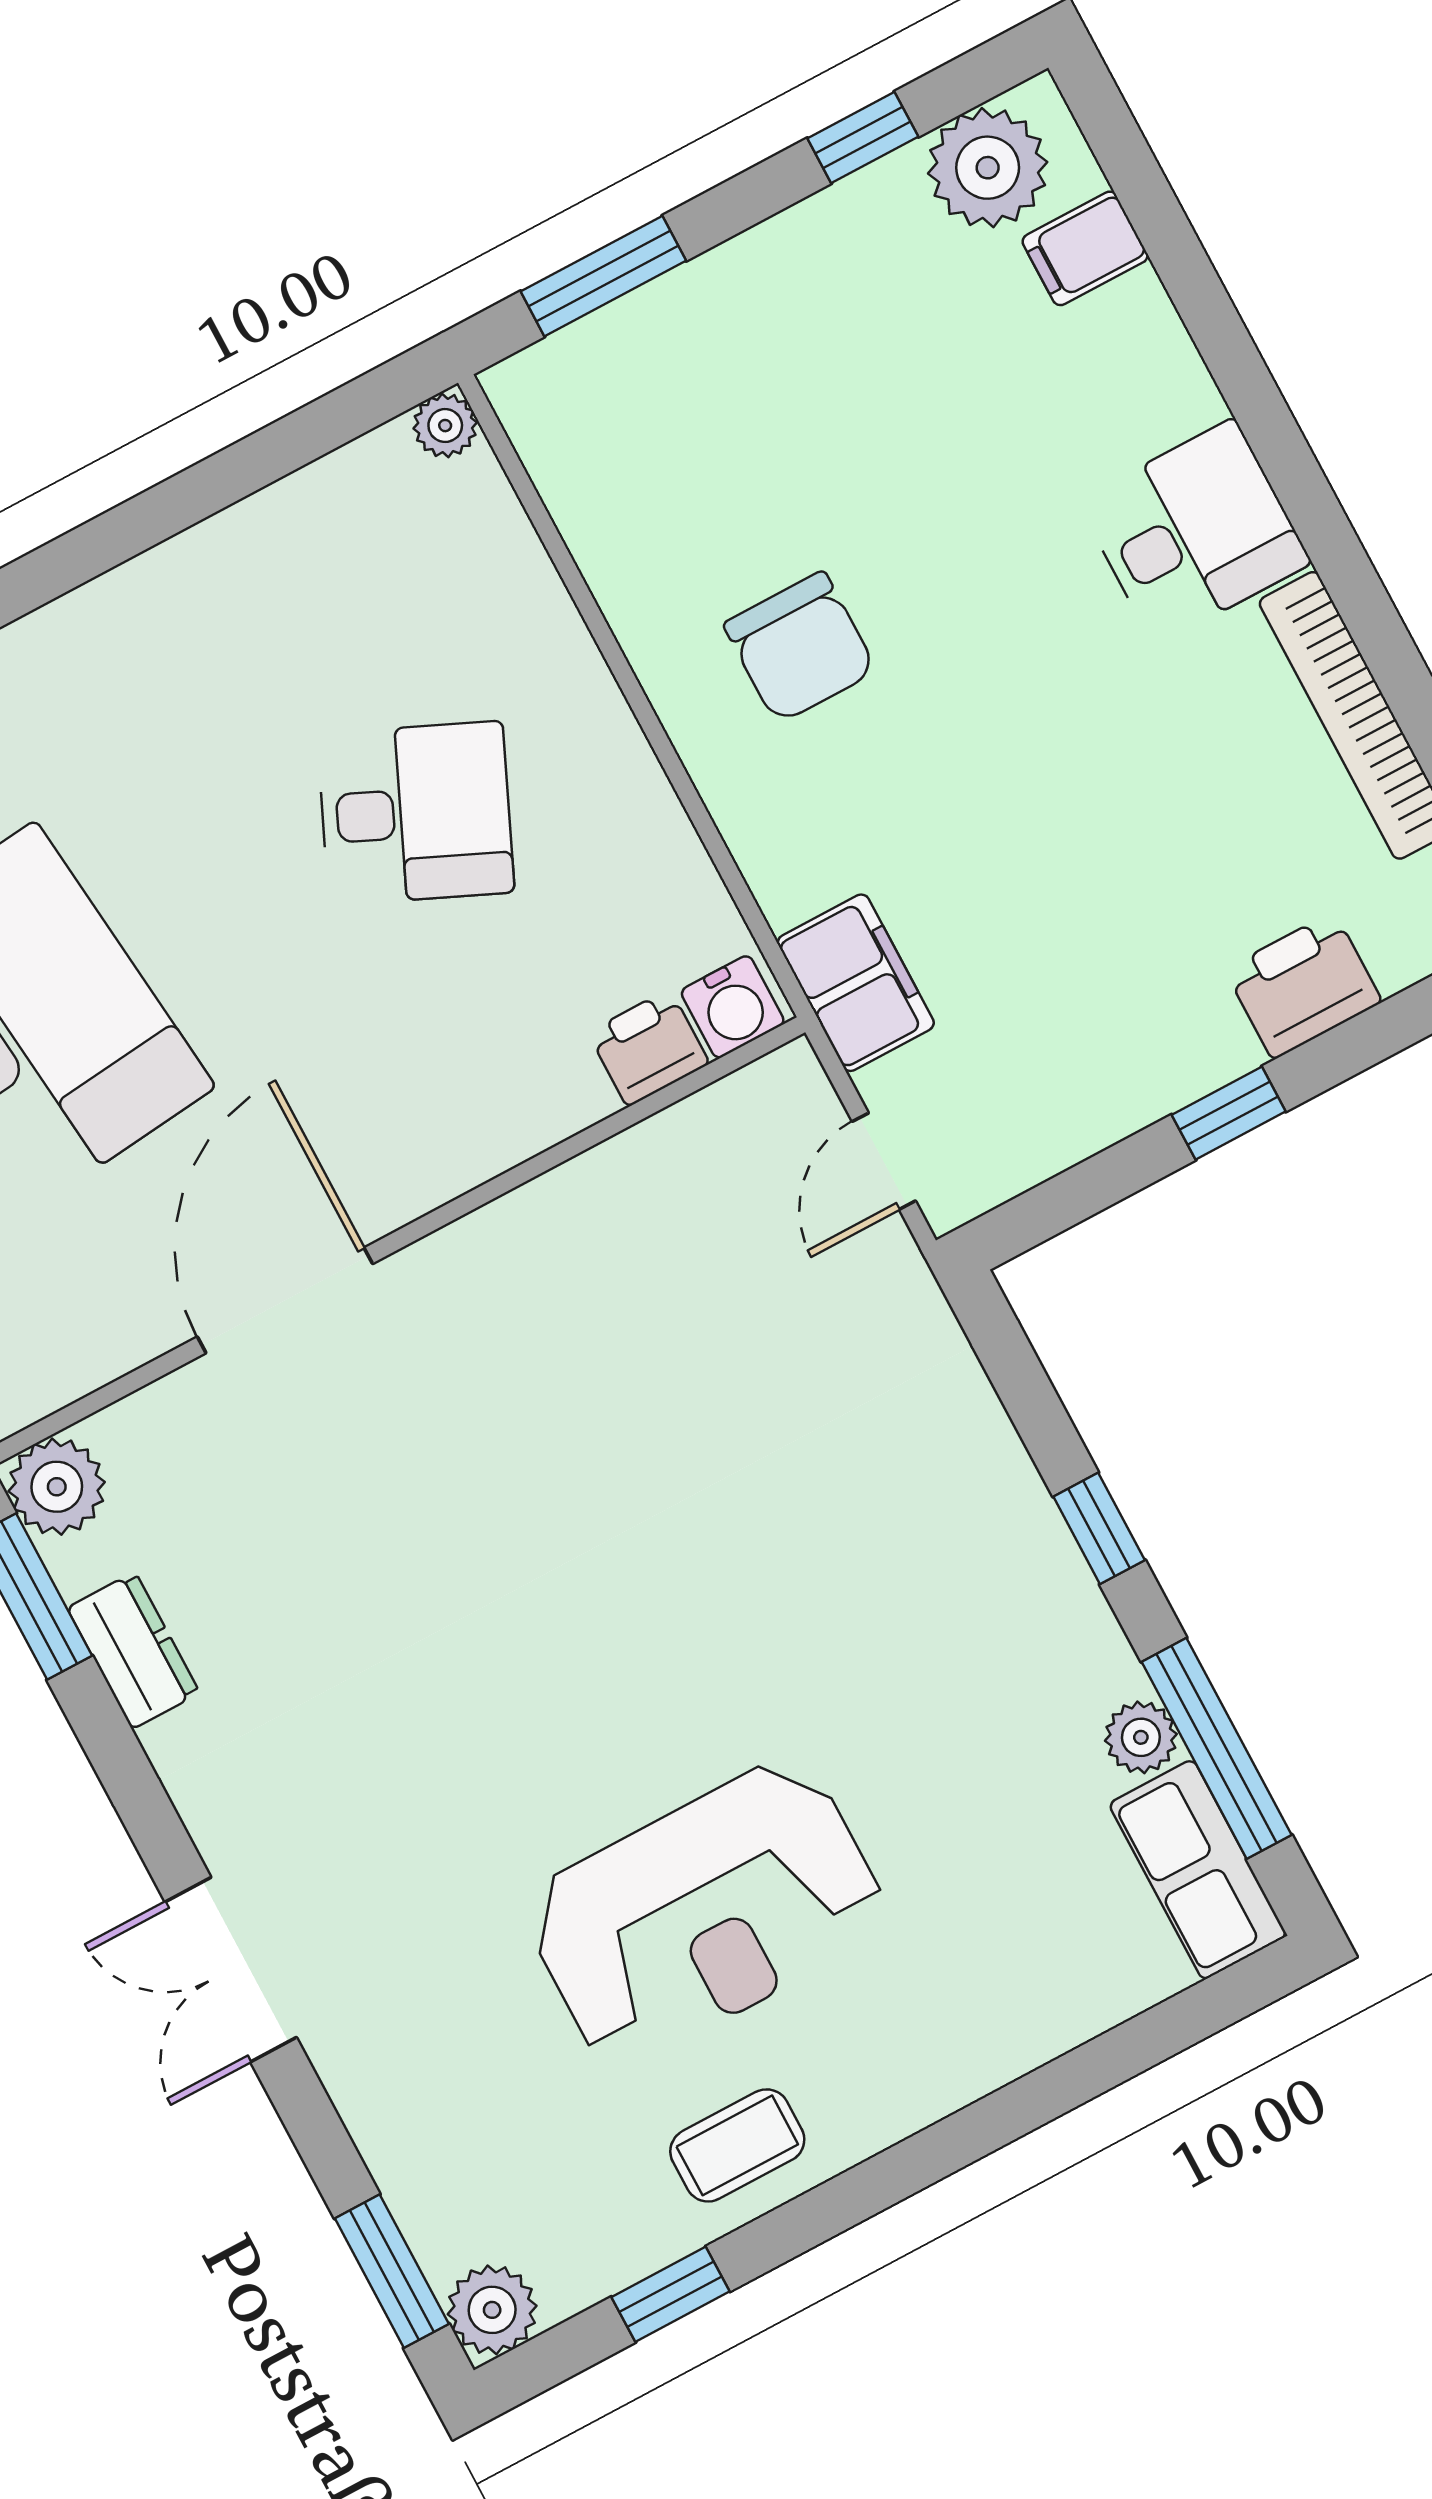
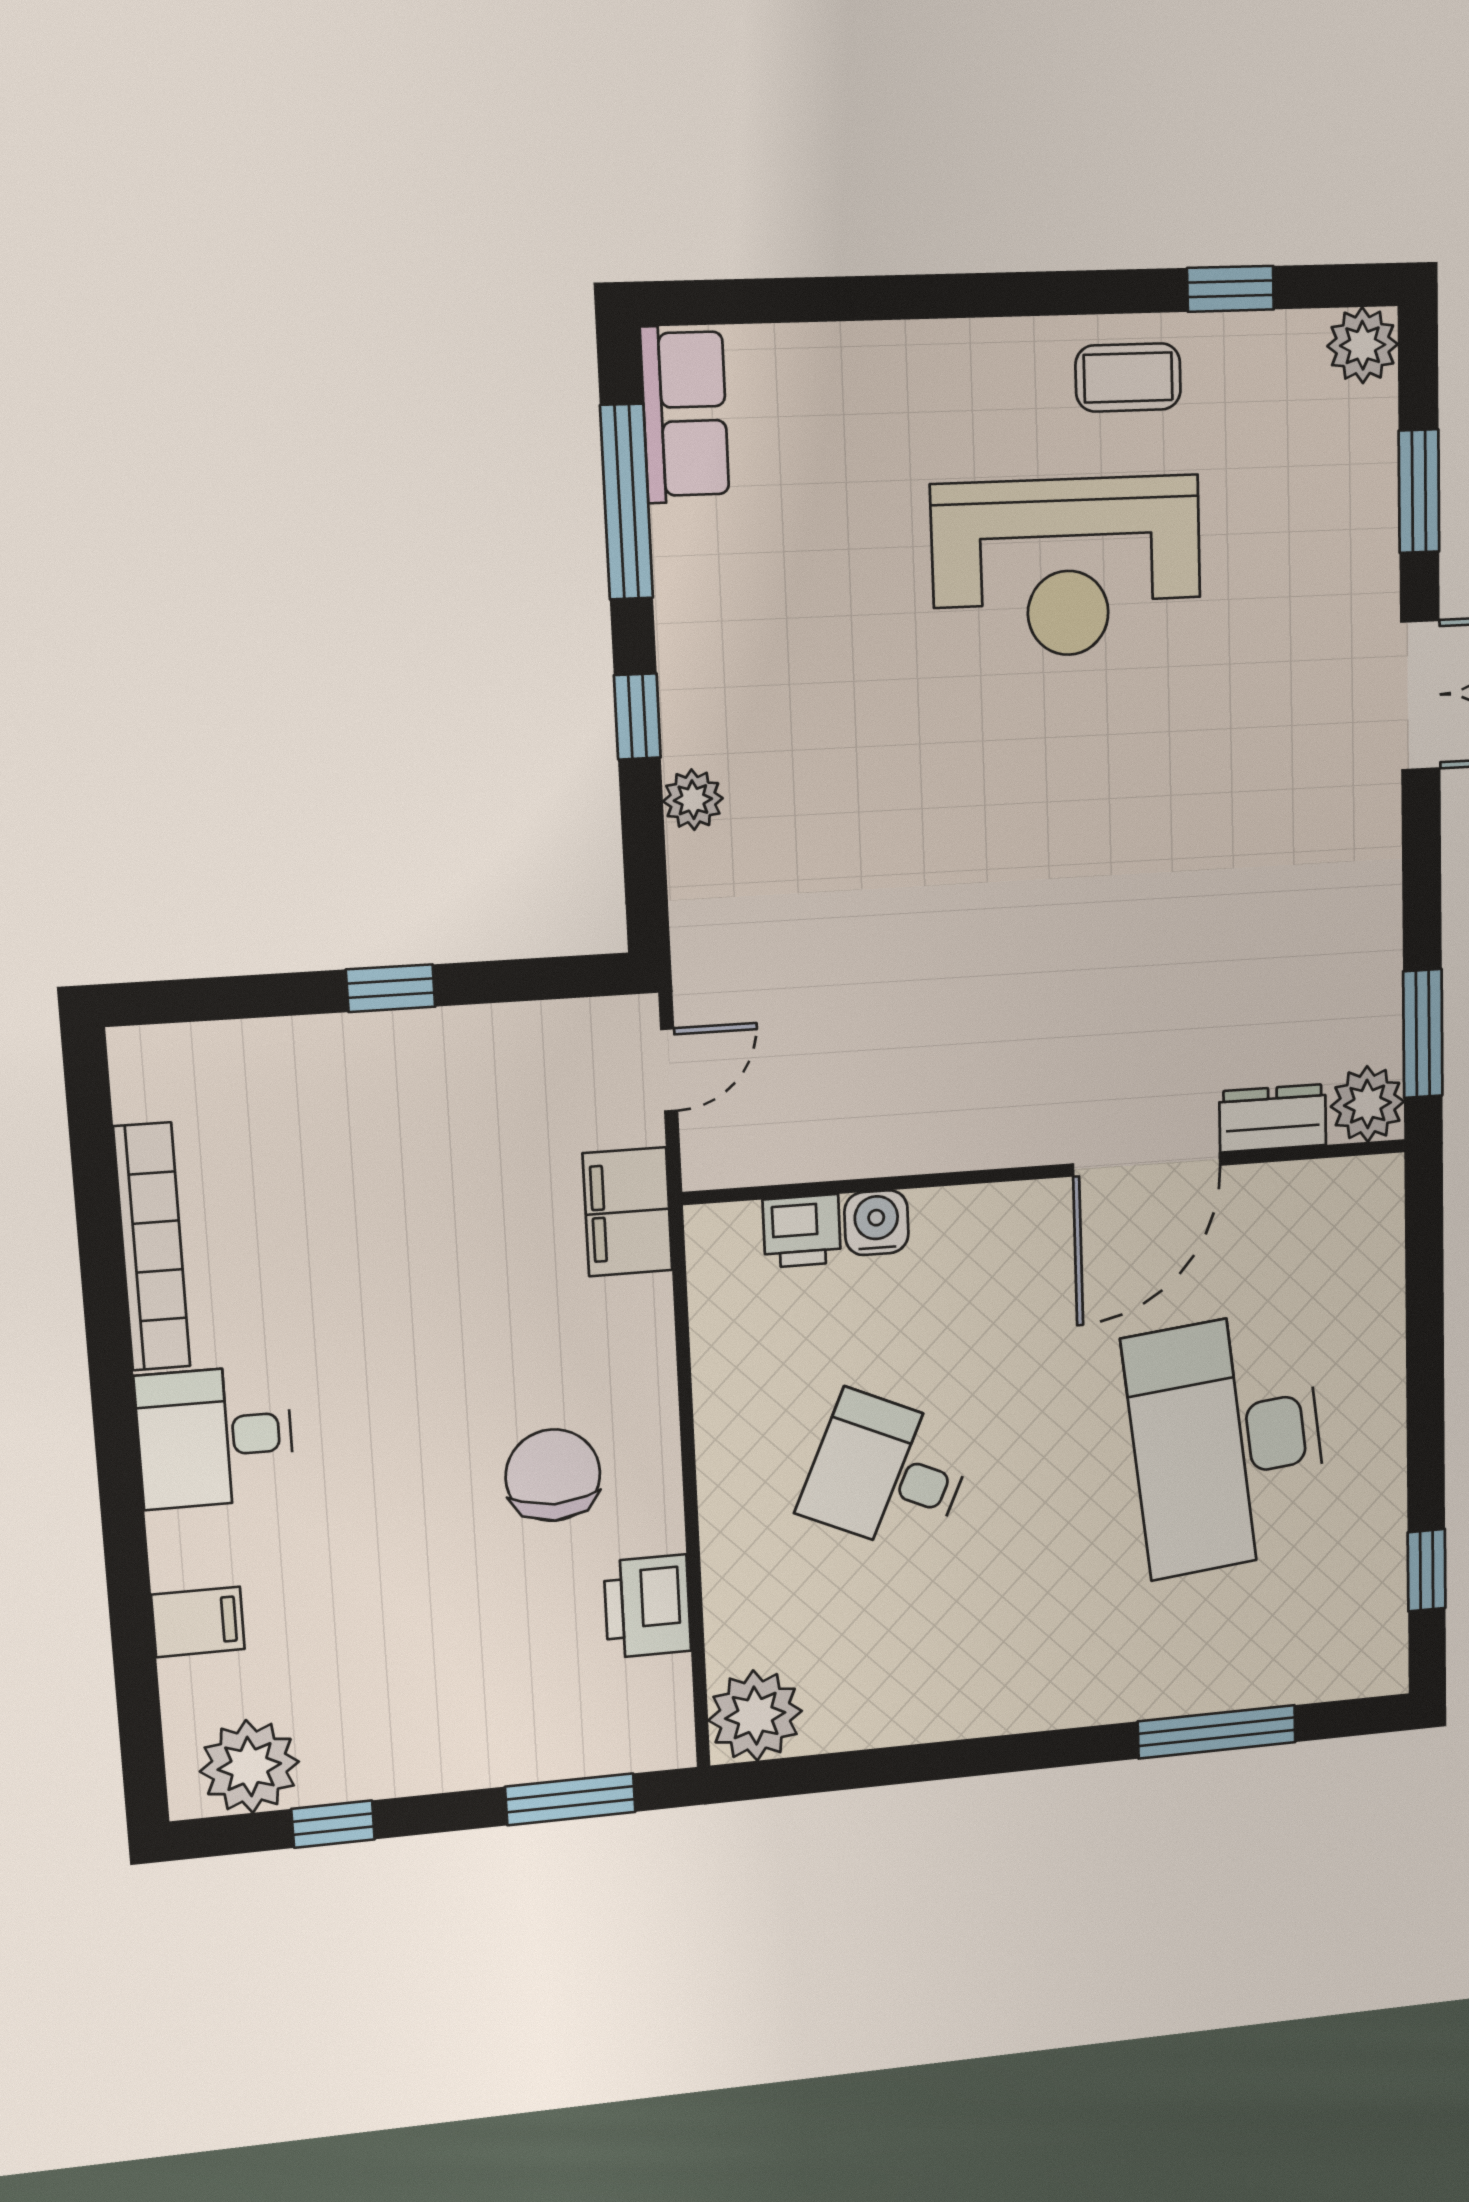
filing cabinet: (1085, 248) -> (198, 1622), moved
plant: (445, 426) -> (755, 1716), width x1.88, depth x1.88
printer: (1303, 986) -> (647, 1606), moved, turned 90
water cooler: (733, 1007) -> (876, 1223), moved
dresser: (133, 1651) -> (1273, 1118), moved, turned 90
plant: (1141, 1737) -> (693, 800), moved
reception desk: (705, 1913) -> (1067, 567), turned 180
window: (392, 2271) -> (1419, 491), moved

